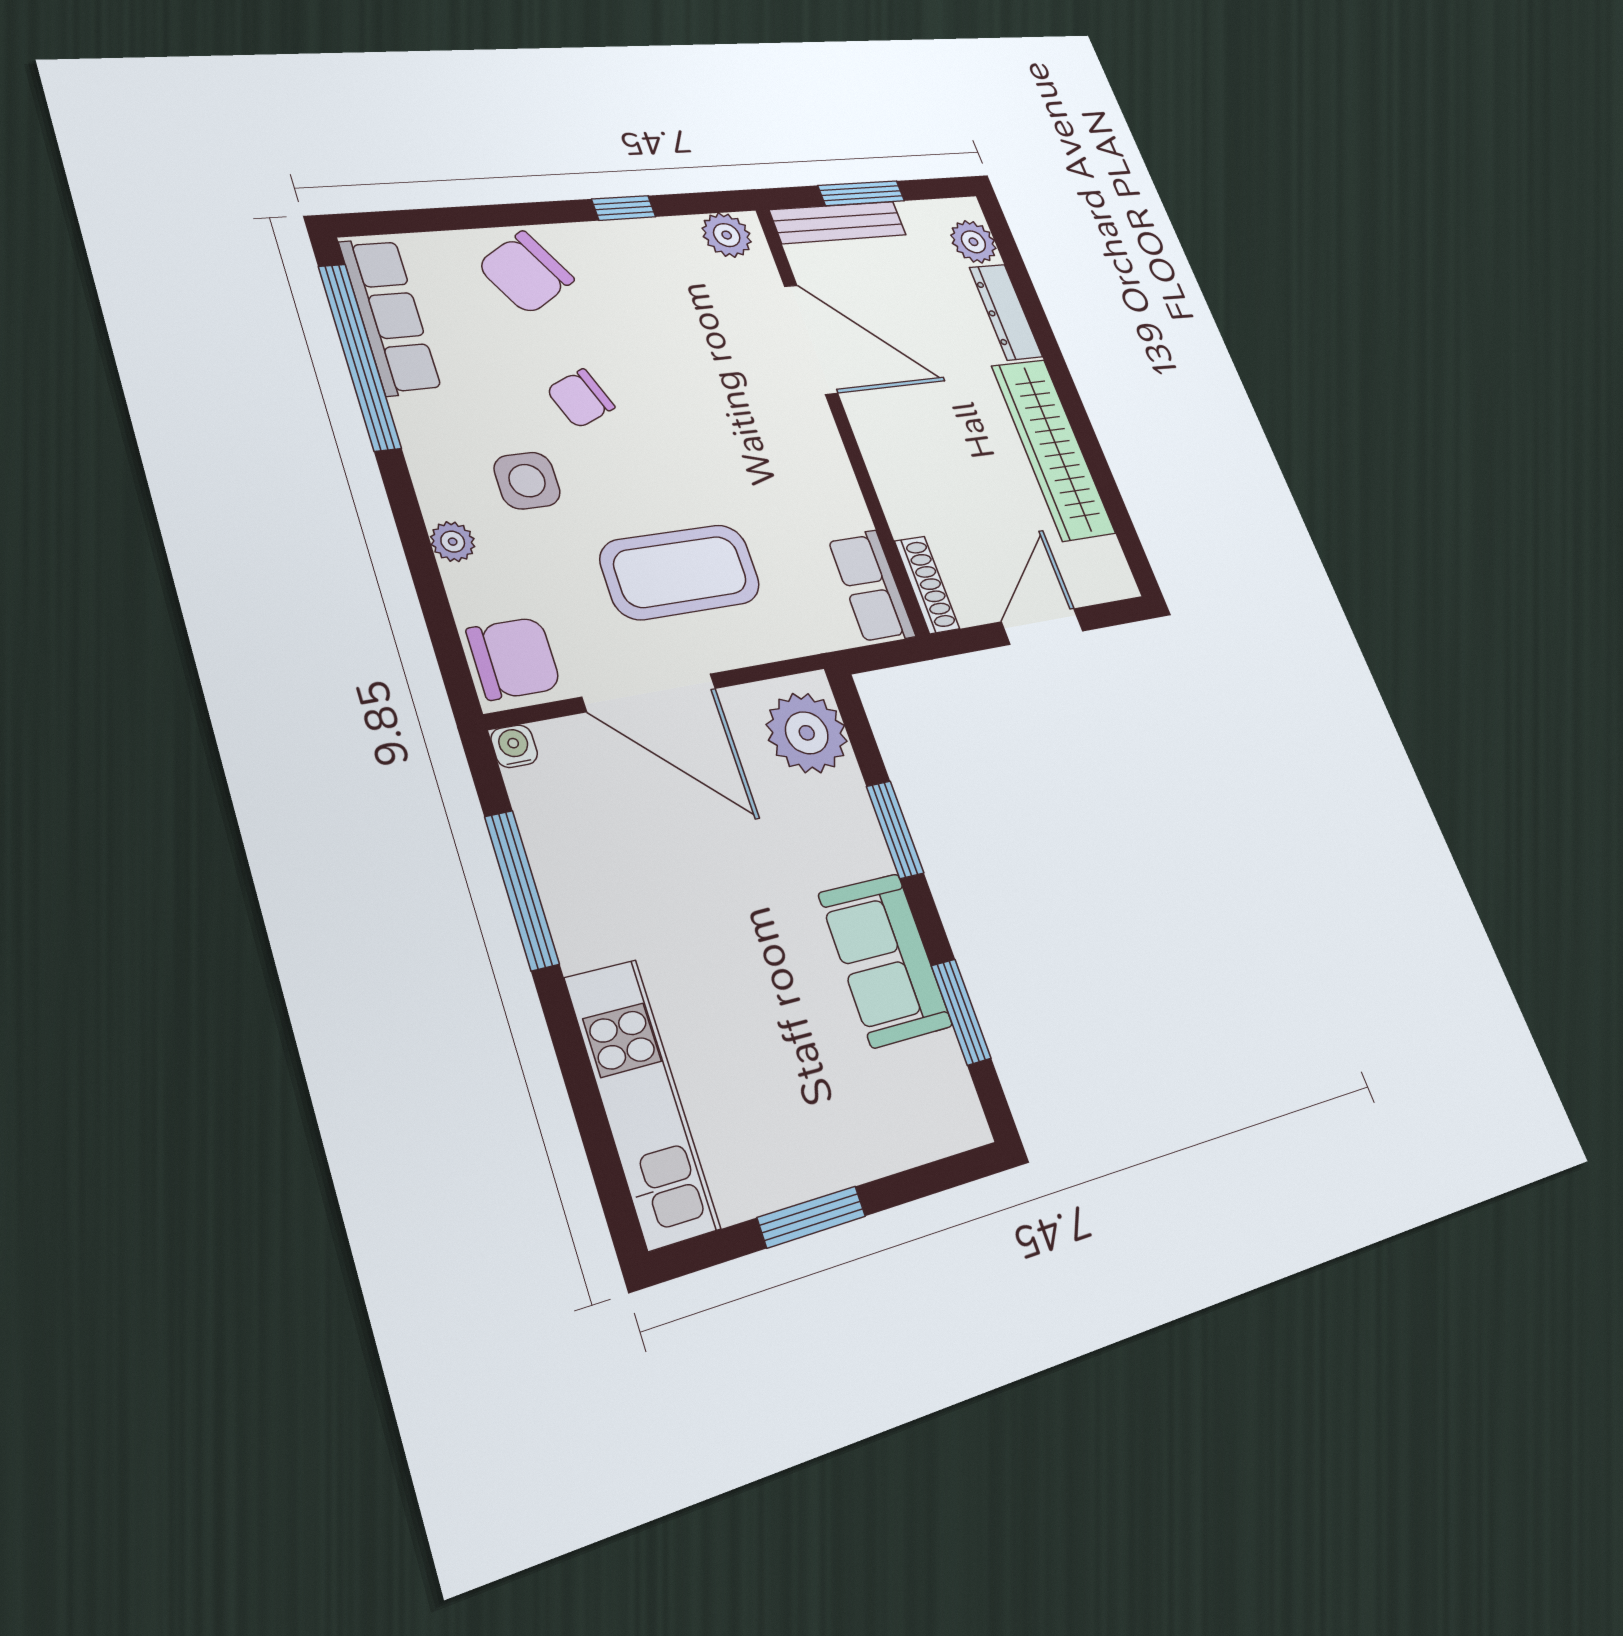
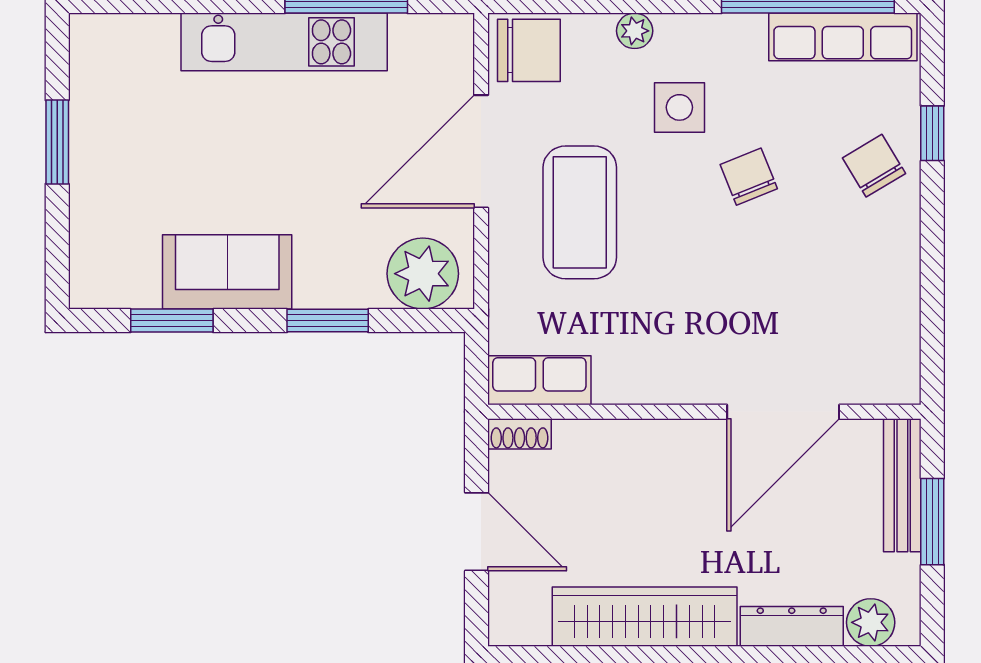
window: (624, 208) -> (932, 133), moved
plant: (727, 235) -> (897, 367), removed
chair: (526, 273) -> (874, 166), width x0.73, depth x0.73
shoe rack: (927, 585) -> (520, 434), width x0.70
chair: (514, 658) -> (529, 50), turned -90
water cooler: (514, 746) -> (458, 29), removed
kitchen unit: (641, 1102) -> (284, 42), moved

